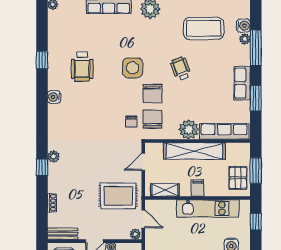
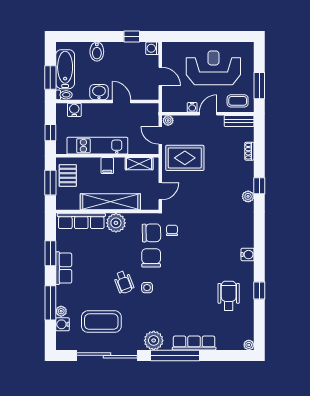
wheelchair: (82, 66) -> (229, 296), moved
side table: (132, 68) -> (147, 288), moved, width x0.54, depth x0.54
chair: (152, 119) -> (151, 233), turned -91

